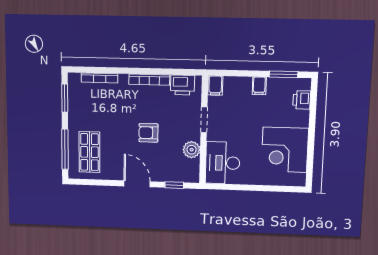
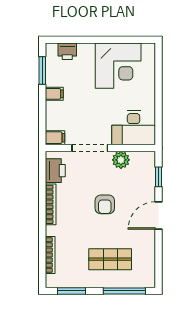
doorway: (204, 120) -> (90, 148), width x1.38
shop shelf: (89, 152) -> (110, 259), moved

